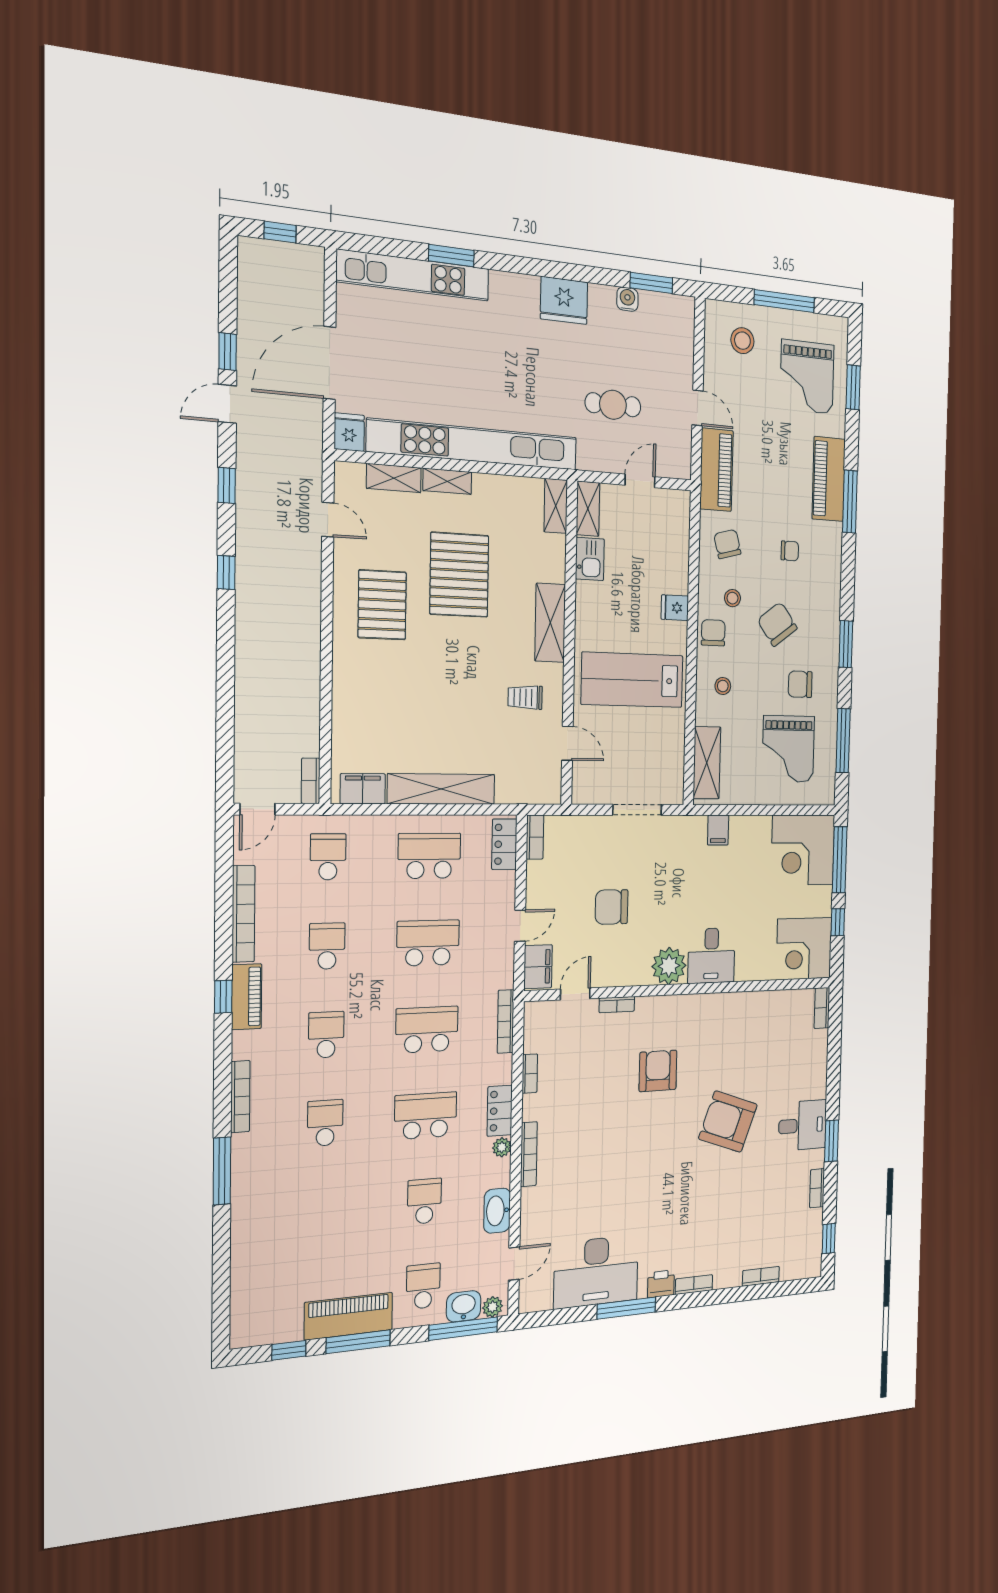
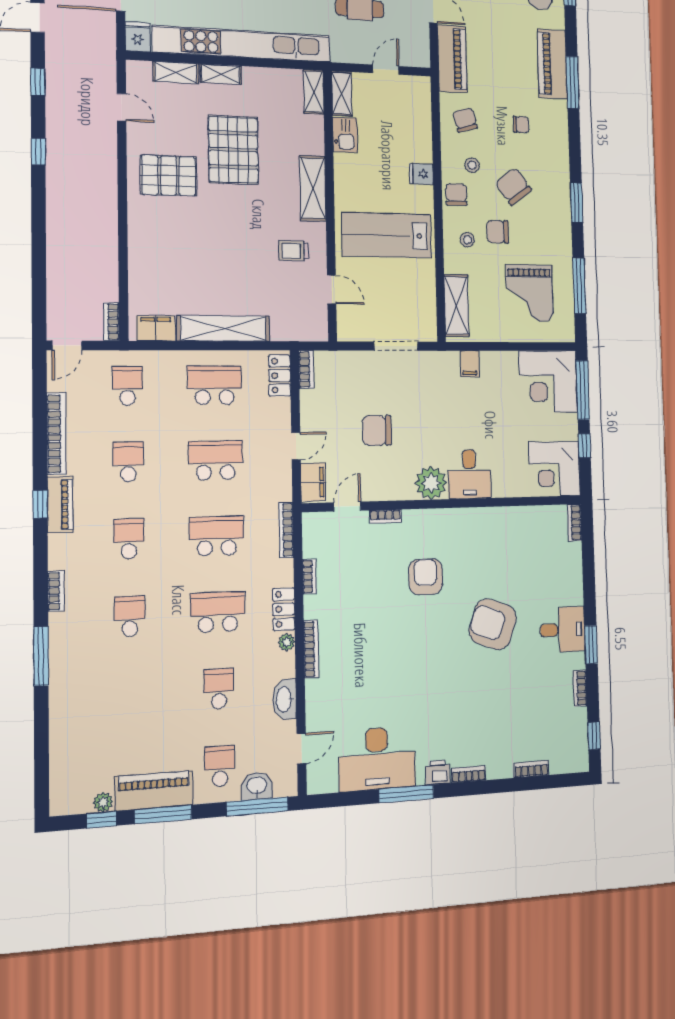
pallet: (382, 605) -> (169, 176), turned 90
chair: (800, 684) -> (498, 232), moved
bookcase: (240, 1097) -> (56, 591), width x0.64
plant: (493, 1307) -> (103, 802), moved

